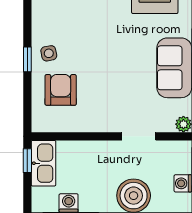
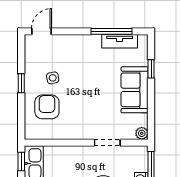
side table: (49, 53) -> (53, 78), moved

